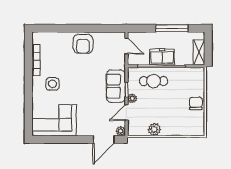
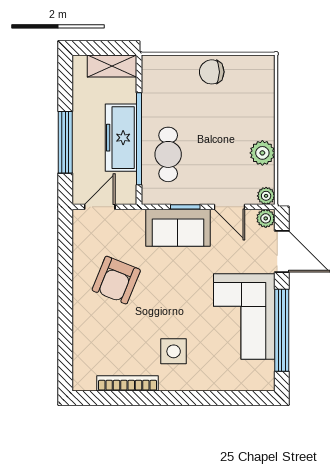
window: (172, 28) -> (65, 142), moved
armchair: (83, 44) -> (116, 280), moved, turned 112
freezer: (162, 57) -> (121, 138), width x1.40
plant: (132, 98) -> (266, 196), moved
corner sofa: (54, 120) -> (244, 317), moved
window: (63, 139) -> (282, 330), added

